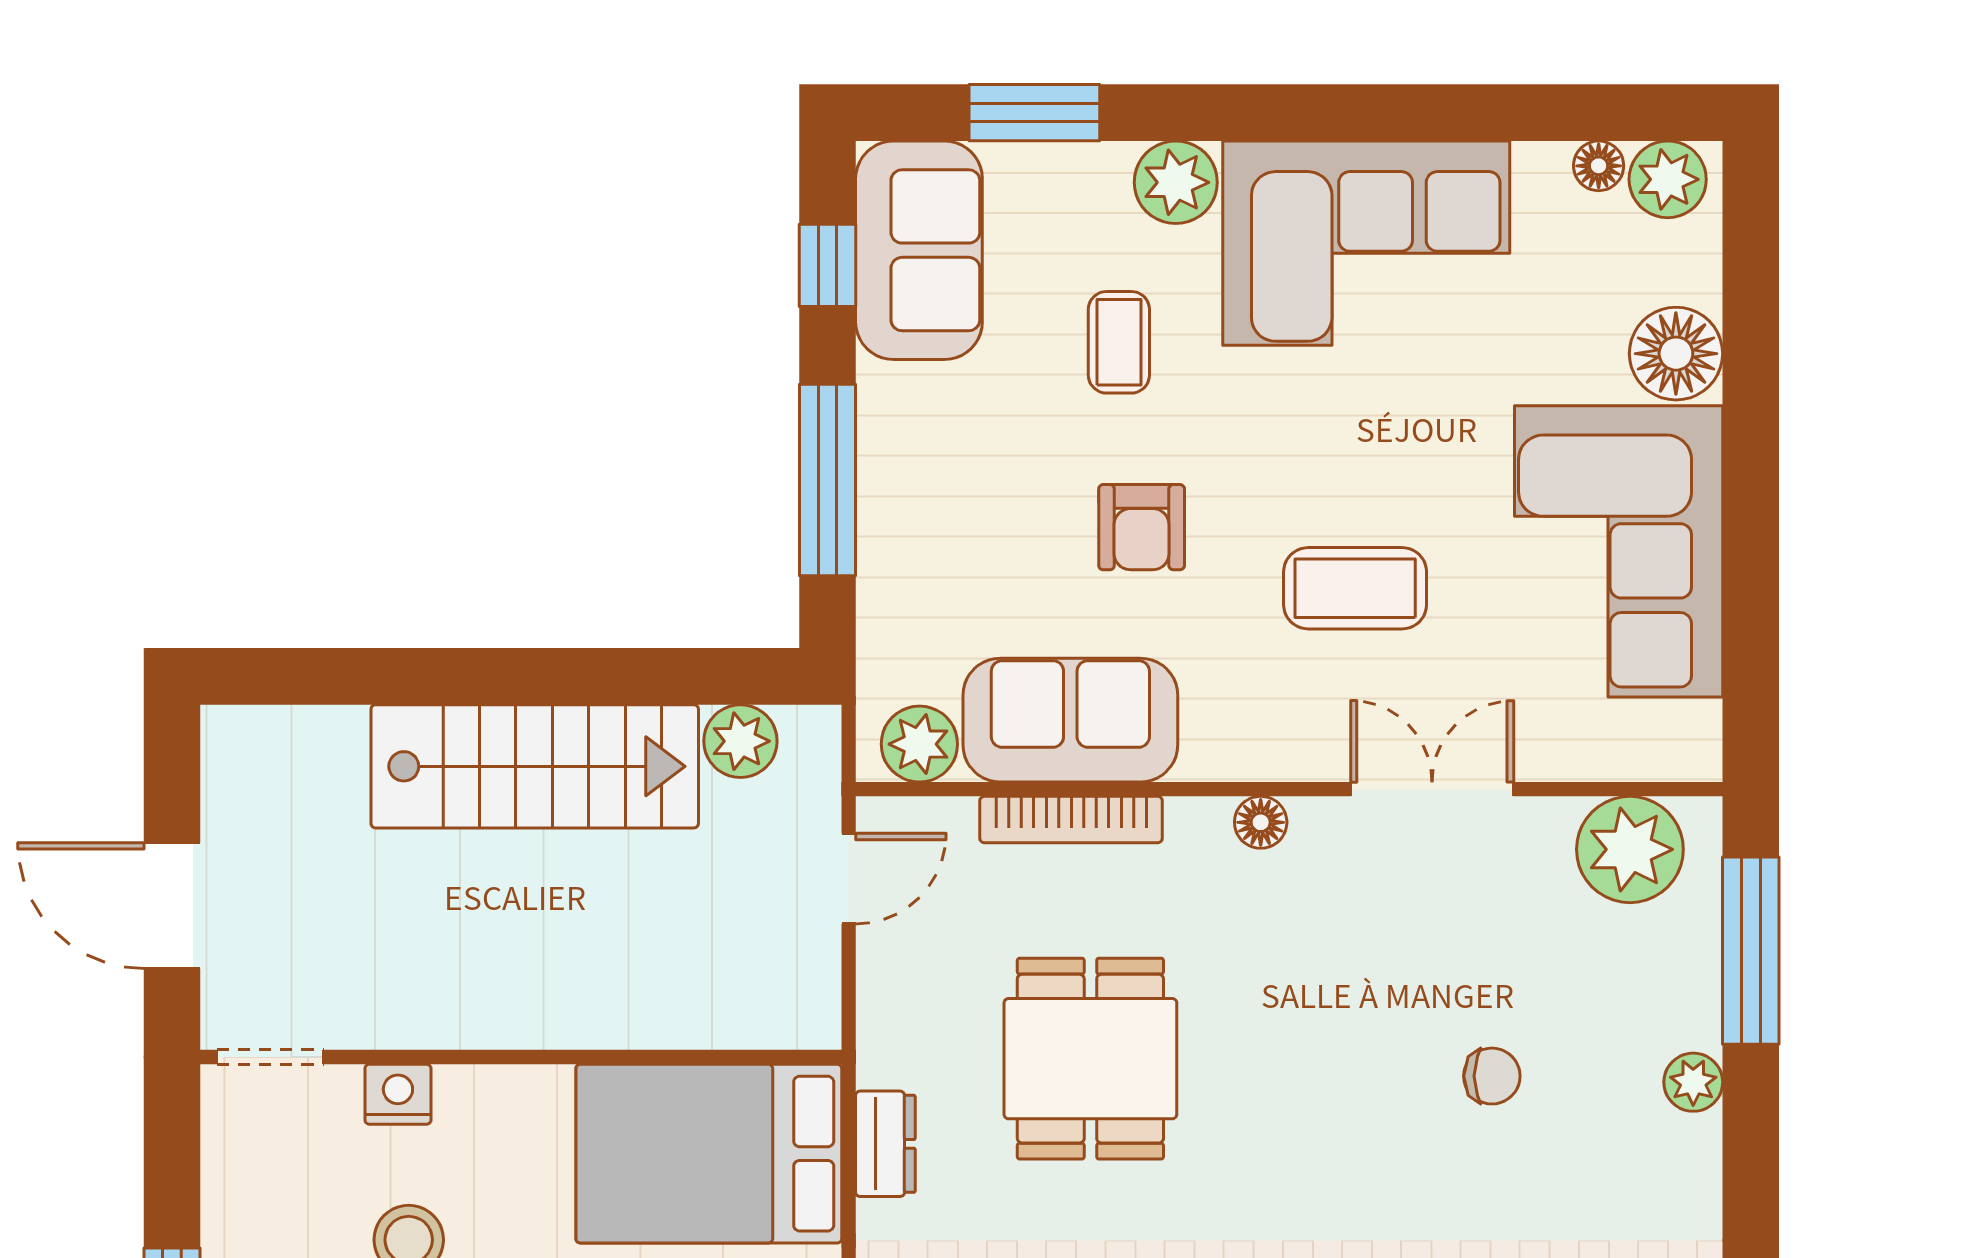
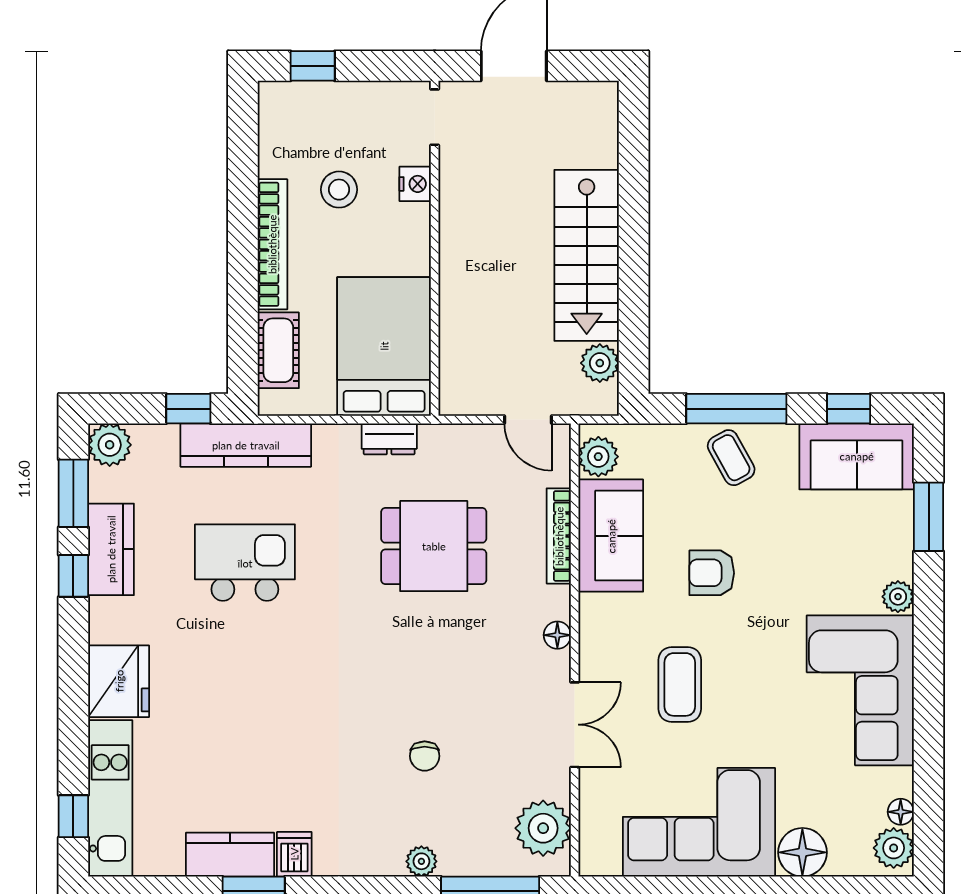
plant: (1176, 182) -> (898, 597), width x0.73, depth x0.73
coffee table: (1119, 342) -> (731, 458), moved, turned 61

